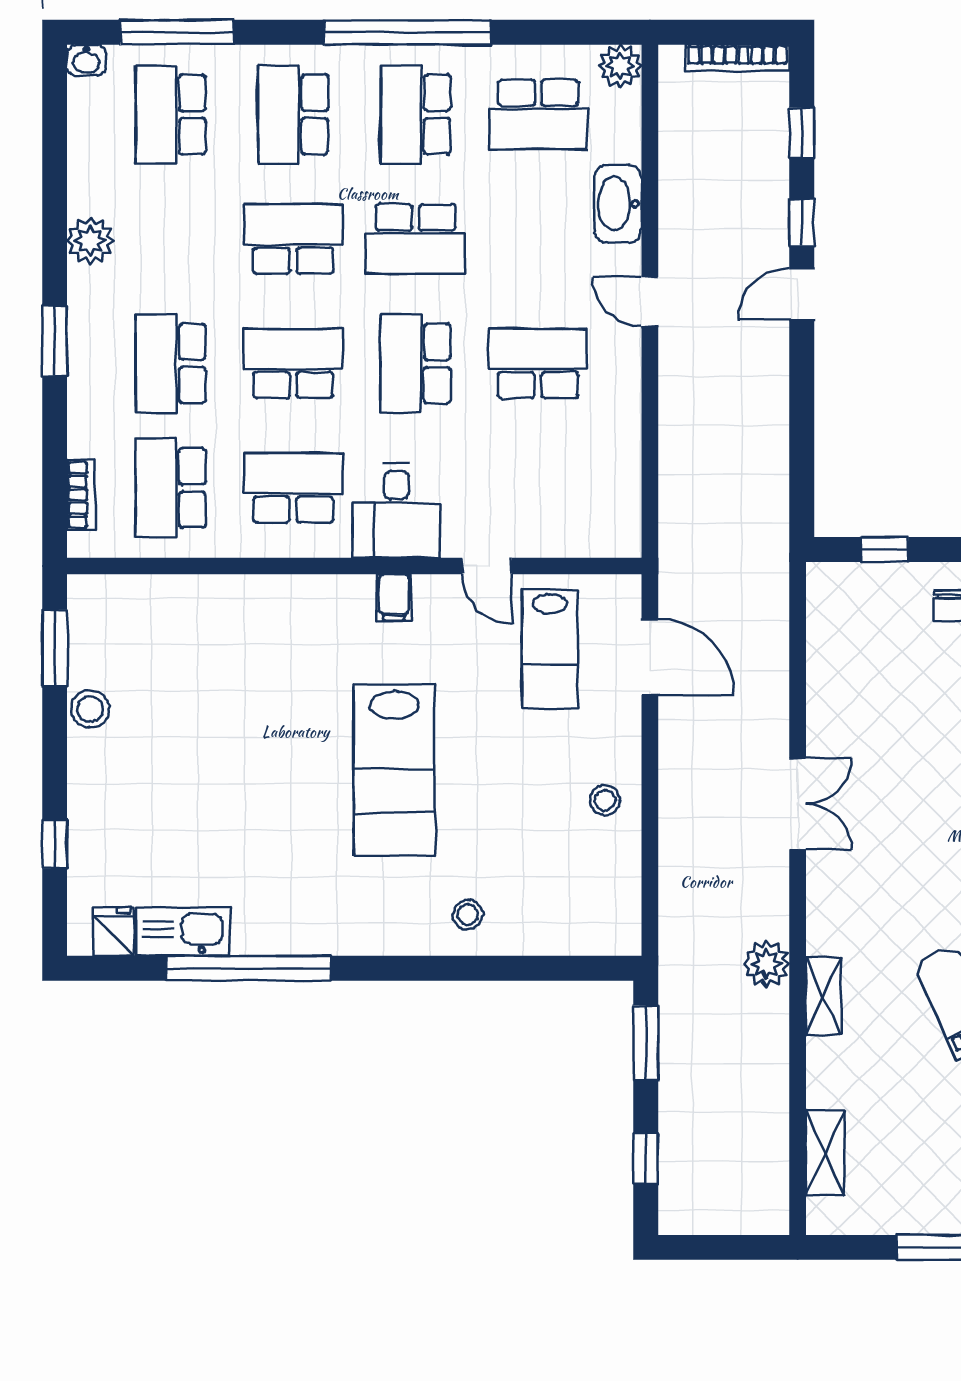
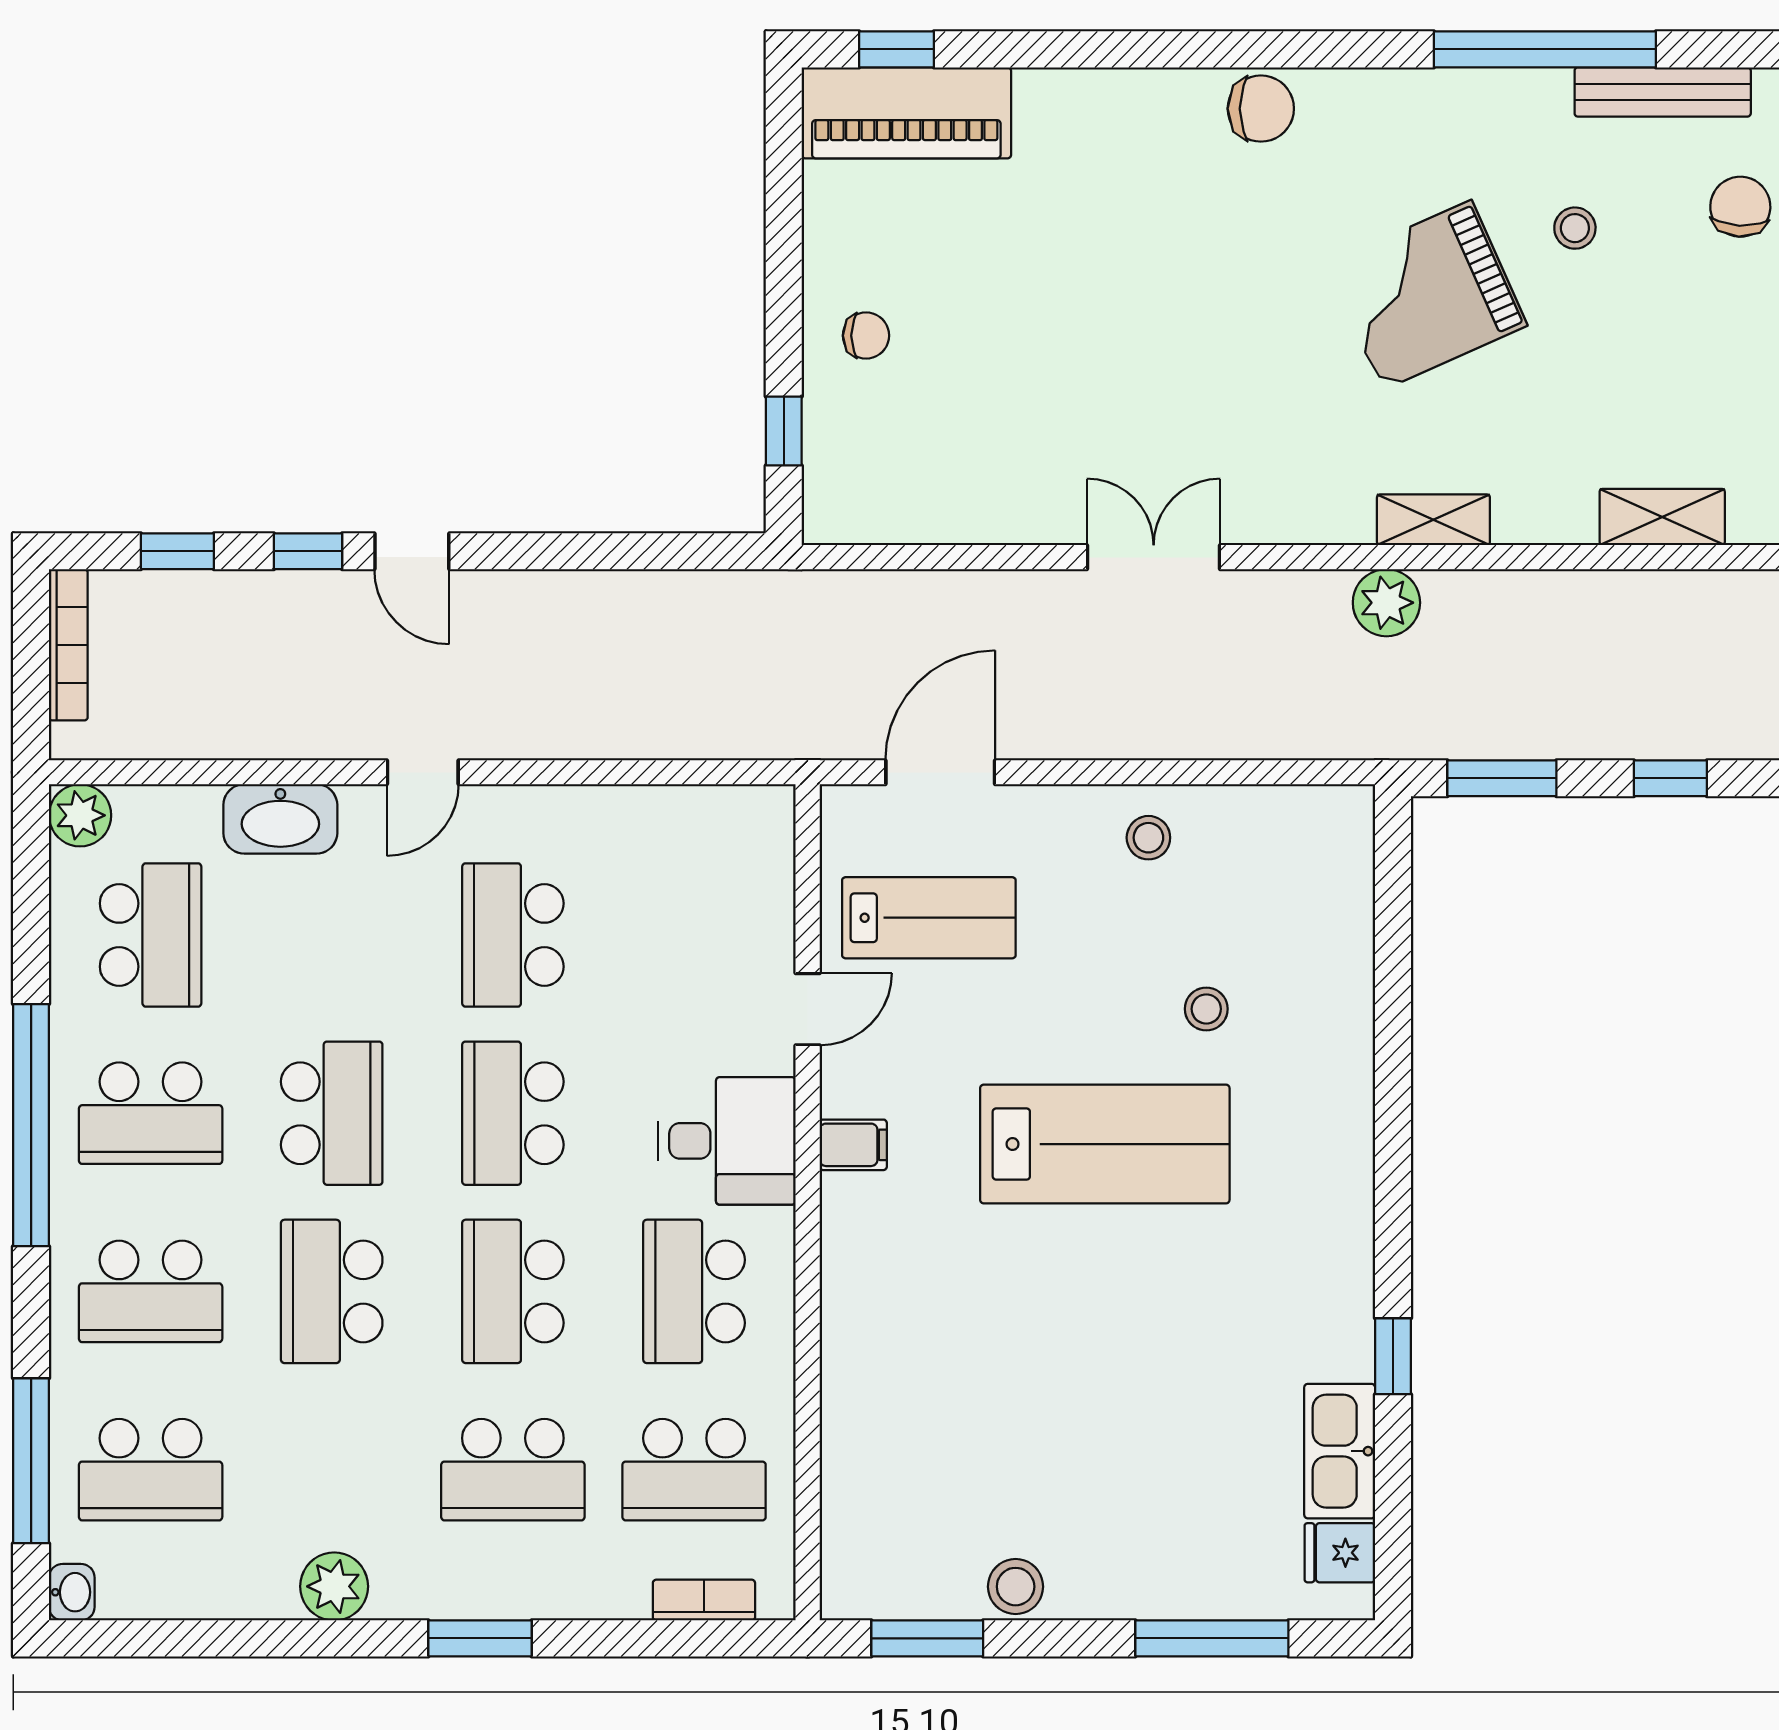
school desk: (416, 363) -> (513, 1113), turned 90
window: (55, 844) -> (1212, 1638), width x2.17
stool: (468, 914) -> (1206, 1009), moved
window: (248, 968) -> (1393, 1356), width x0.32

